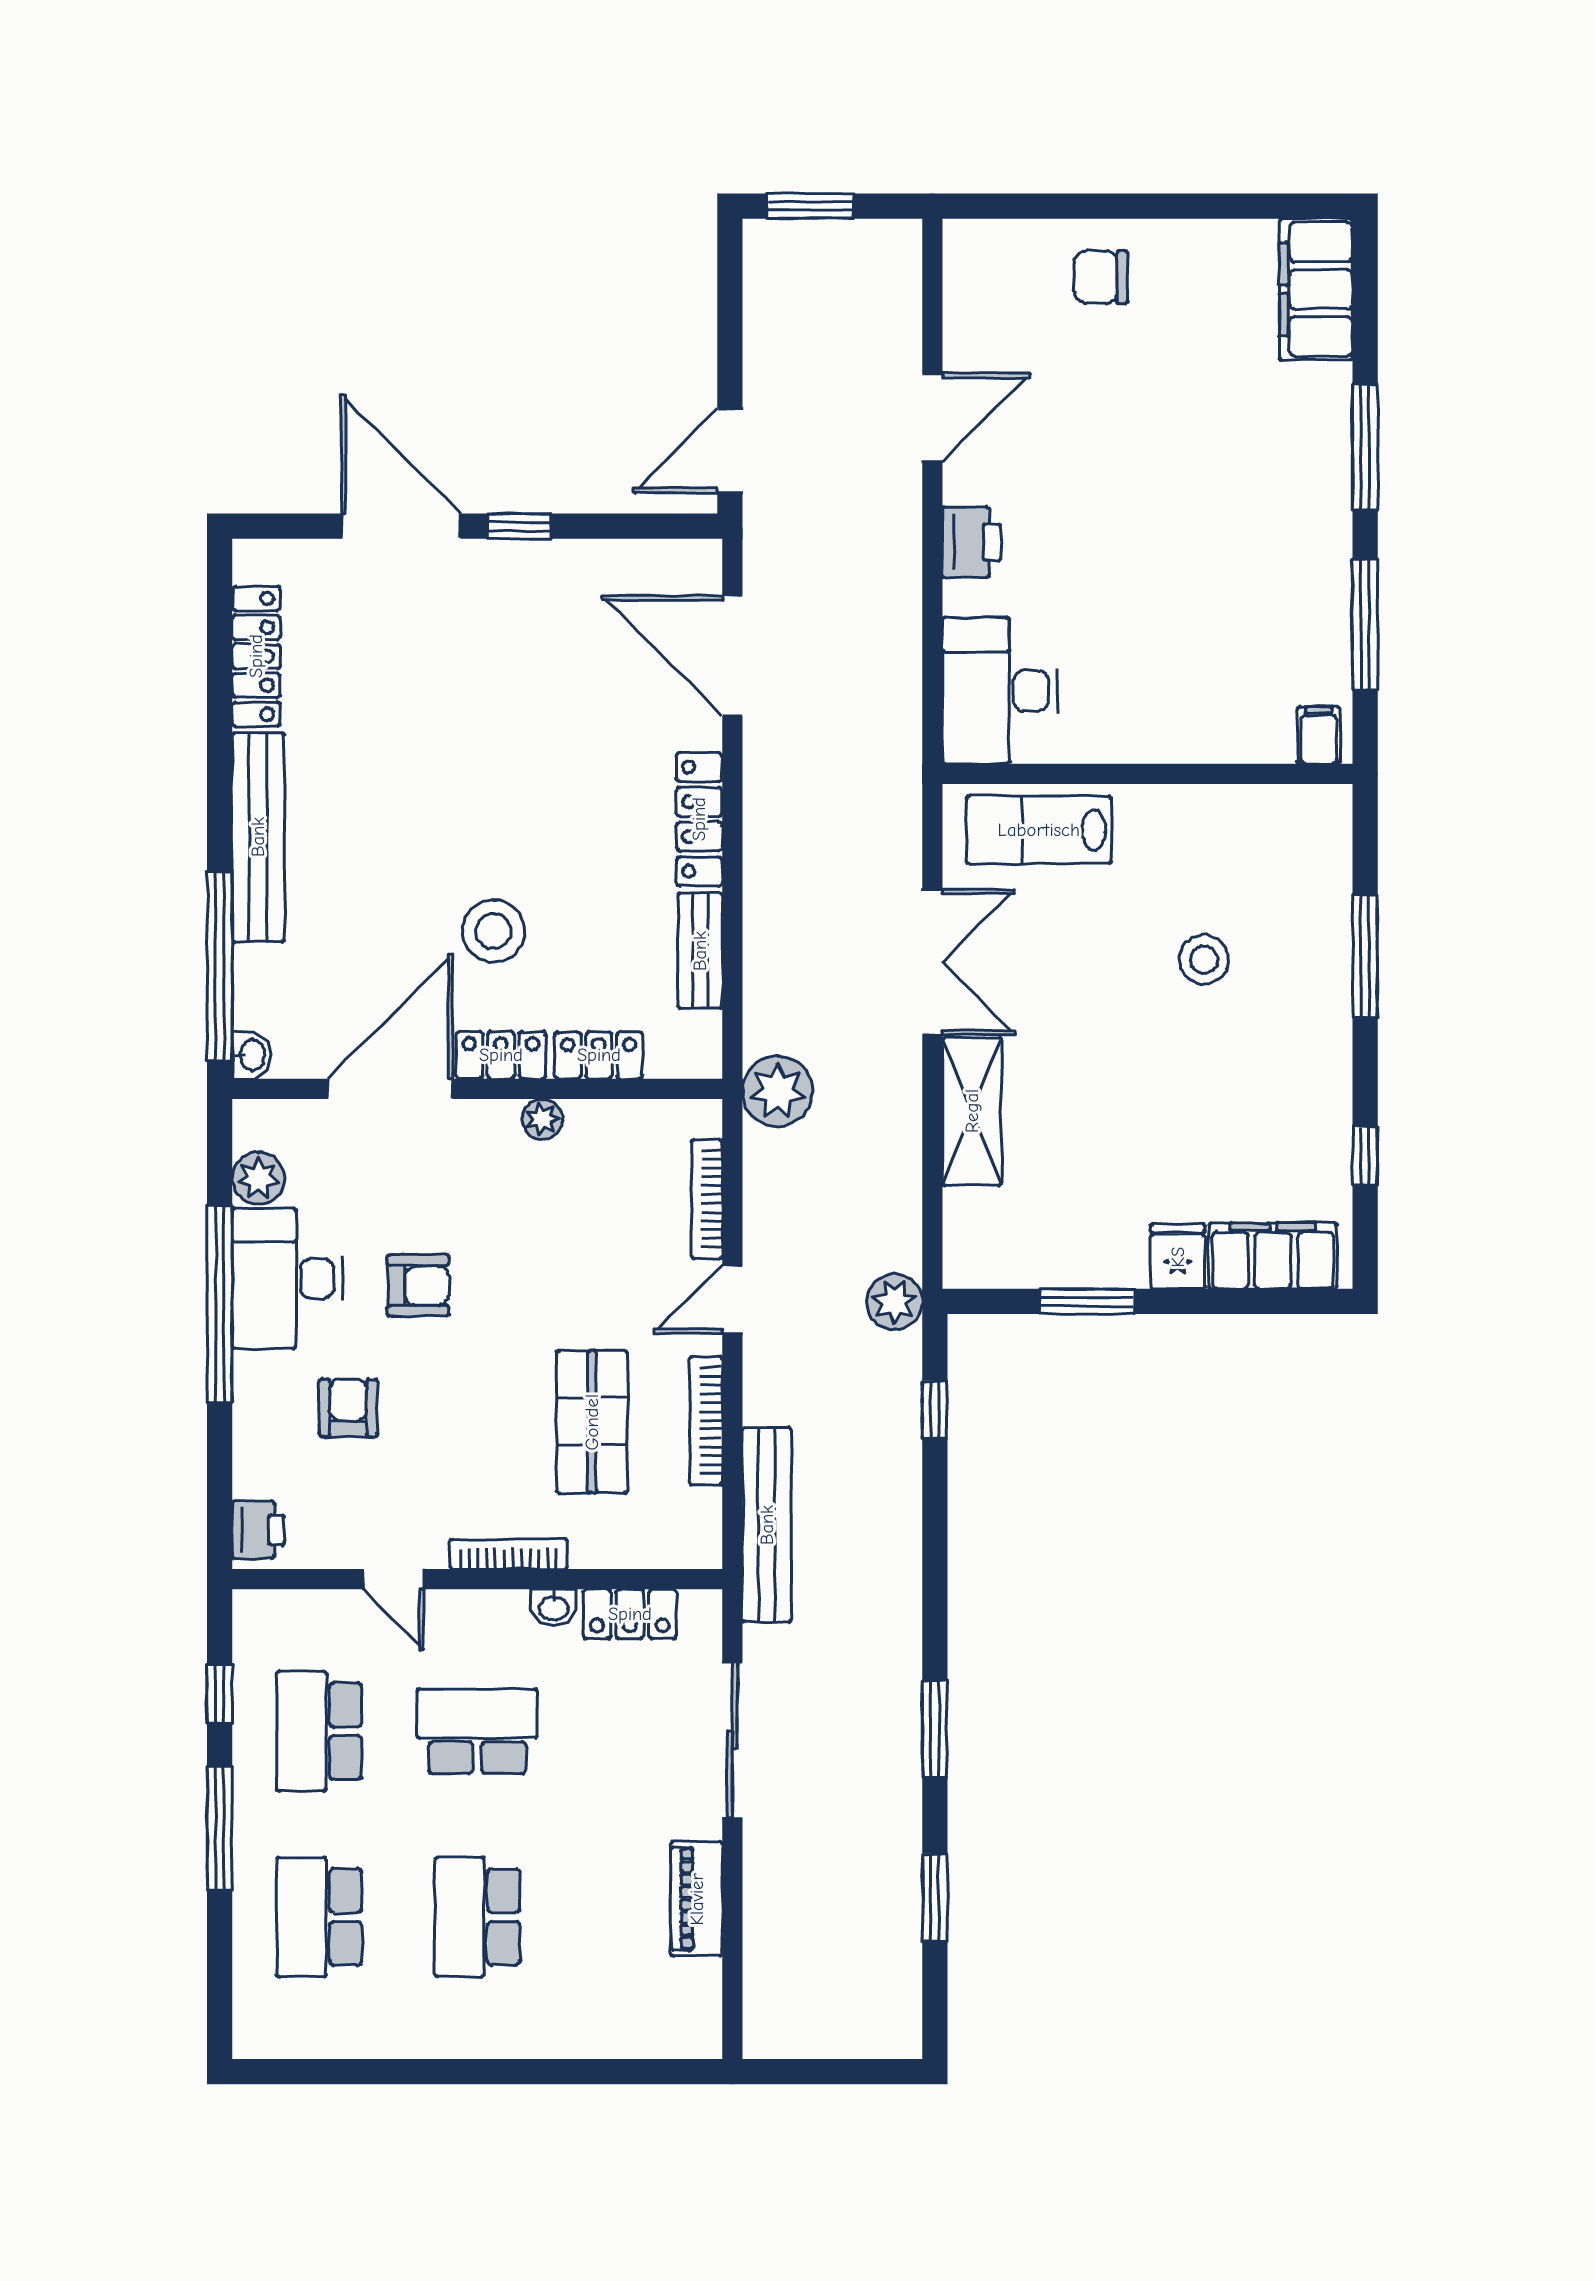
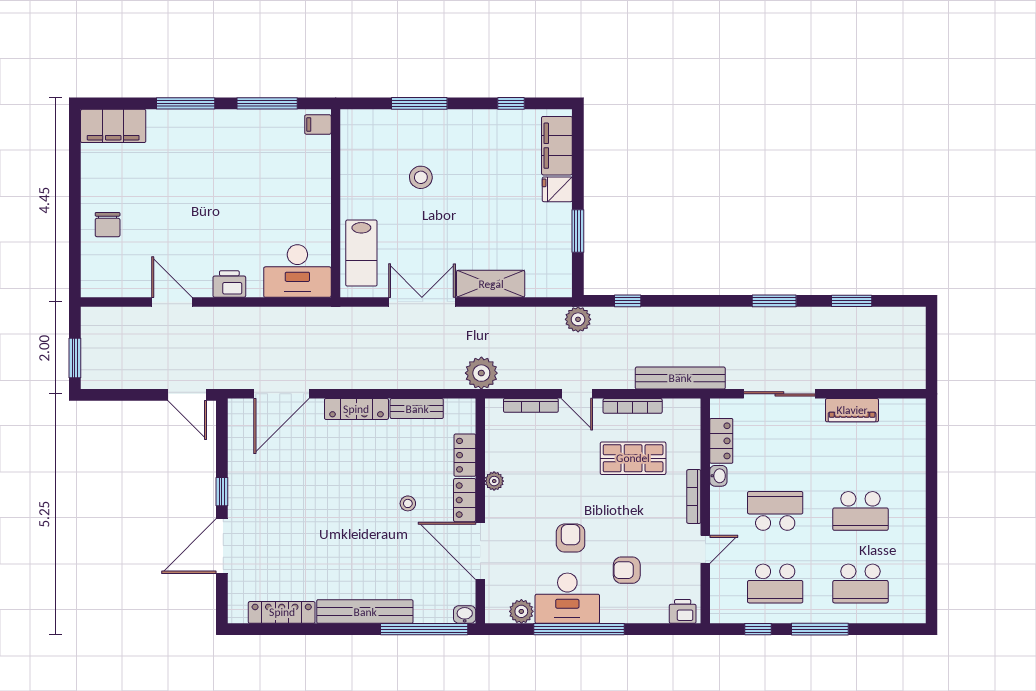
stool: (493, 931) -> (408, 503), width x0.53, depth x0.53
school desk: (477, 1731) -> (775, 511), turned 90

